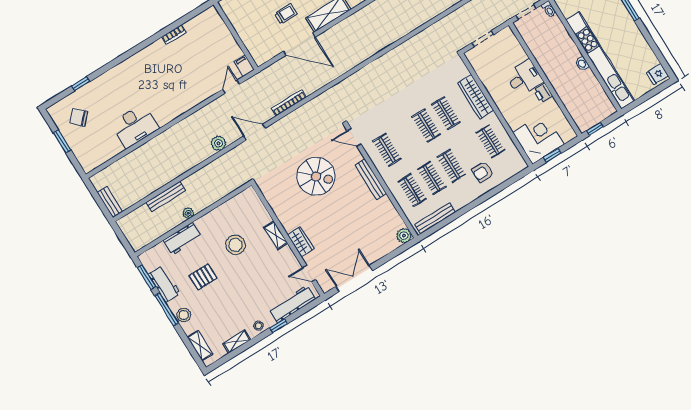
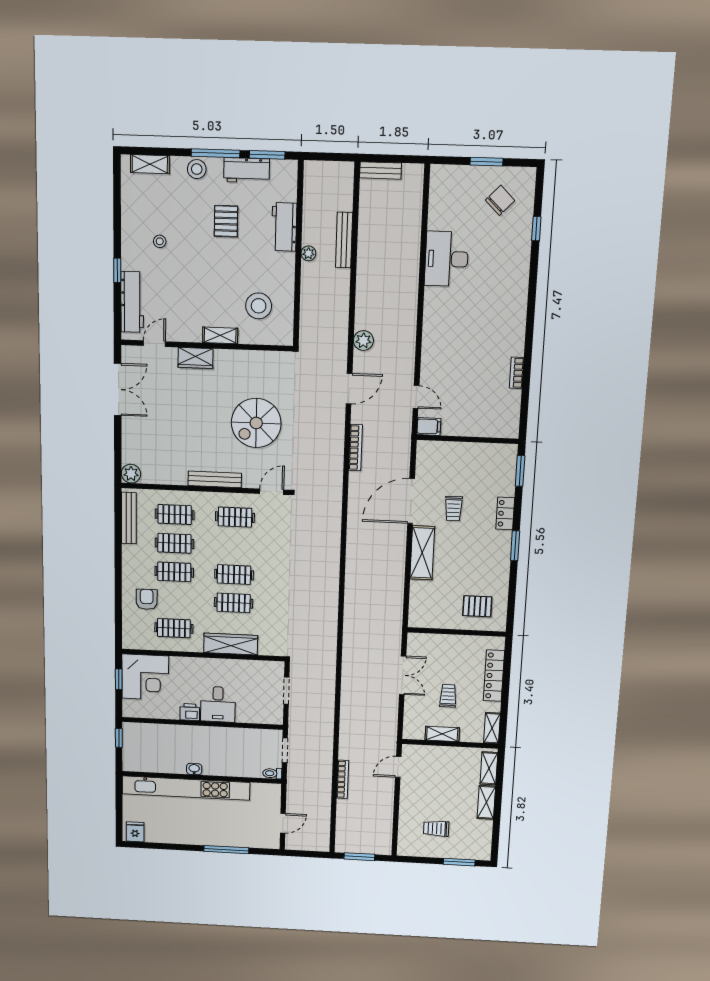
stool: (235, 245) -> (259, 306), moved
stool: (258, 326) -> (160, 241), moved
shelving: (237, 342) -> (129, 210), removed

